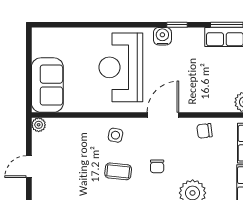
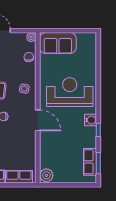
chair: (204, 131) -> (29, 57), moved

